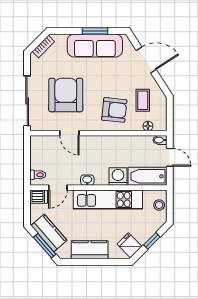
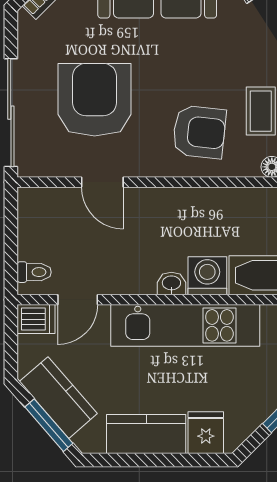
washbasin: (87, 180) -> (171, 284), moved
fridge: (129, 245) -> (206, 433), moved, turned 45

